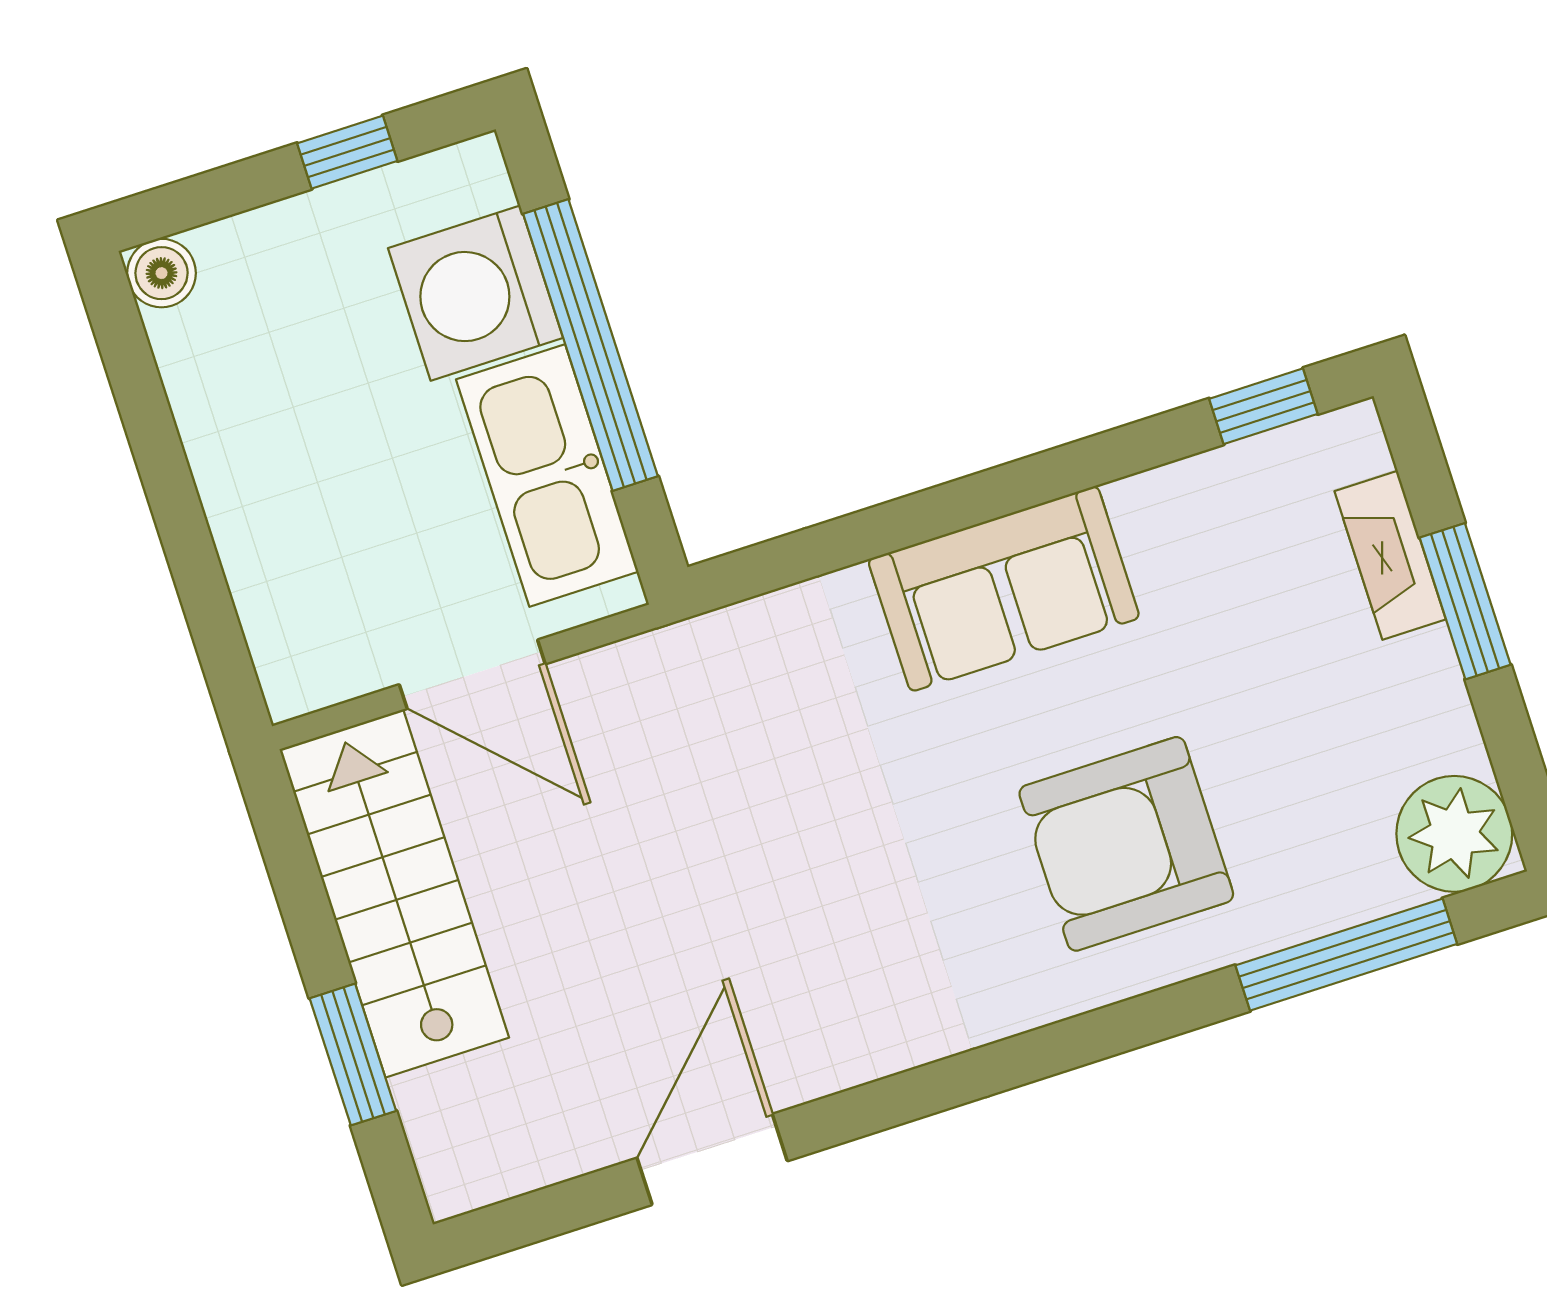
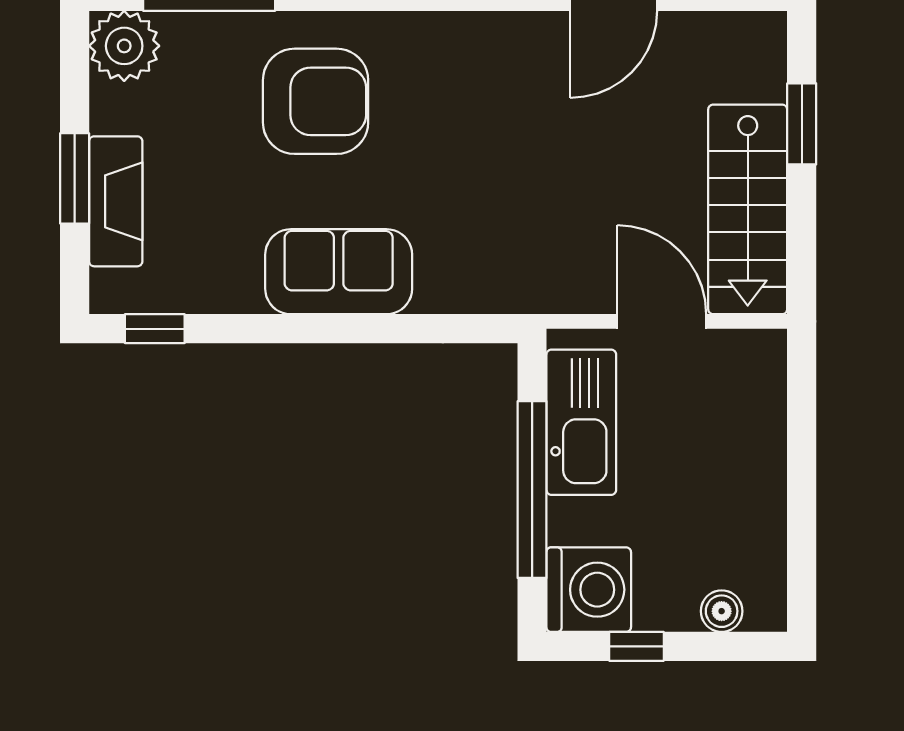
boiler: (162, 273) -> (722, 611), moved
washing machine: (475, 293) -> (589, 590), moved
fireplace: (1390, 555) -> (116, 201), width x1.37, depth x1.32

